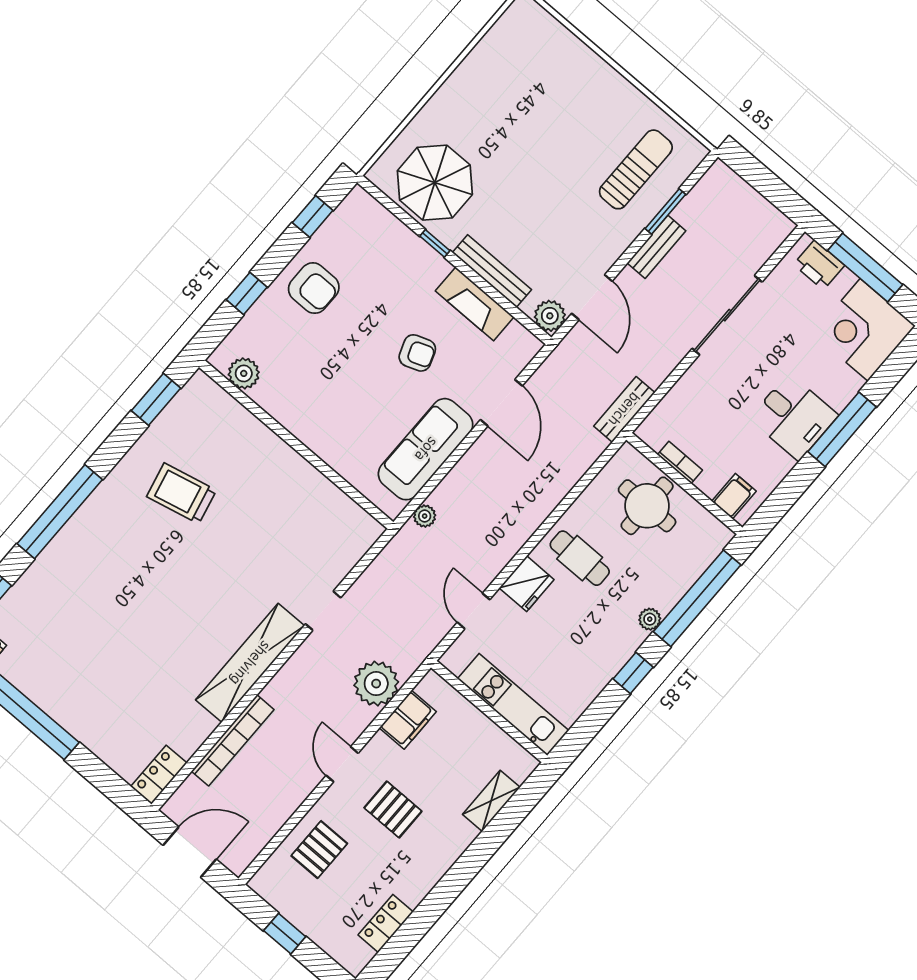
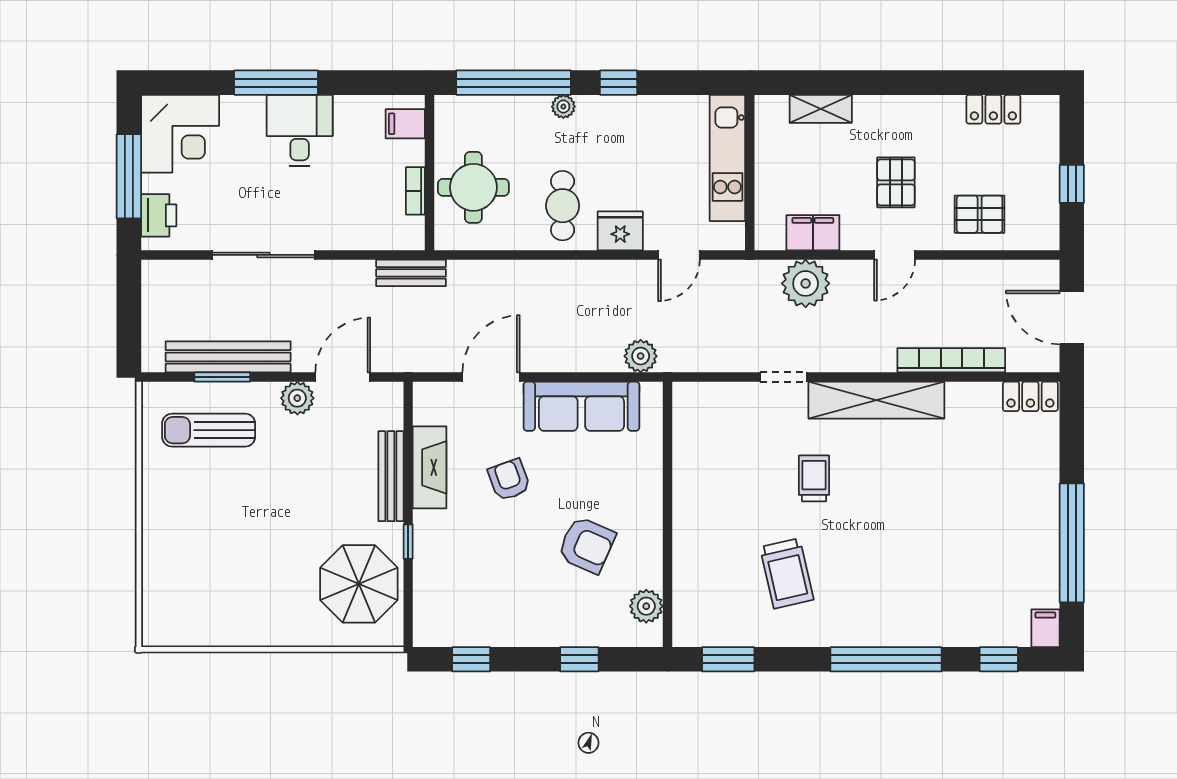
bench: (656, 247) -> (228, 357), width x1.86, depth x1.21
armchair: (314, 288) -> (587, 545), moved, turned 114
plant: (550, 316) -> (297, 398), moved
plant: (425, 516) -> (641, 356), width x1.38, depth x1.38
trolley: (232, 571) -> (814, 478), added

